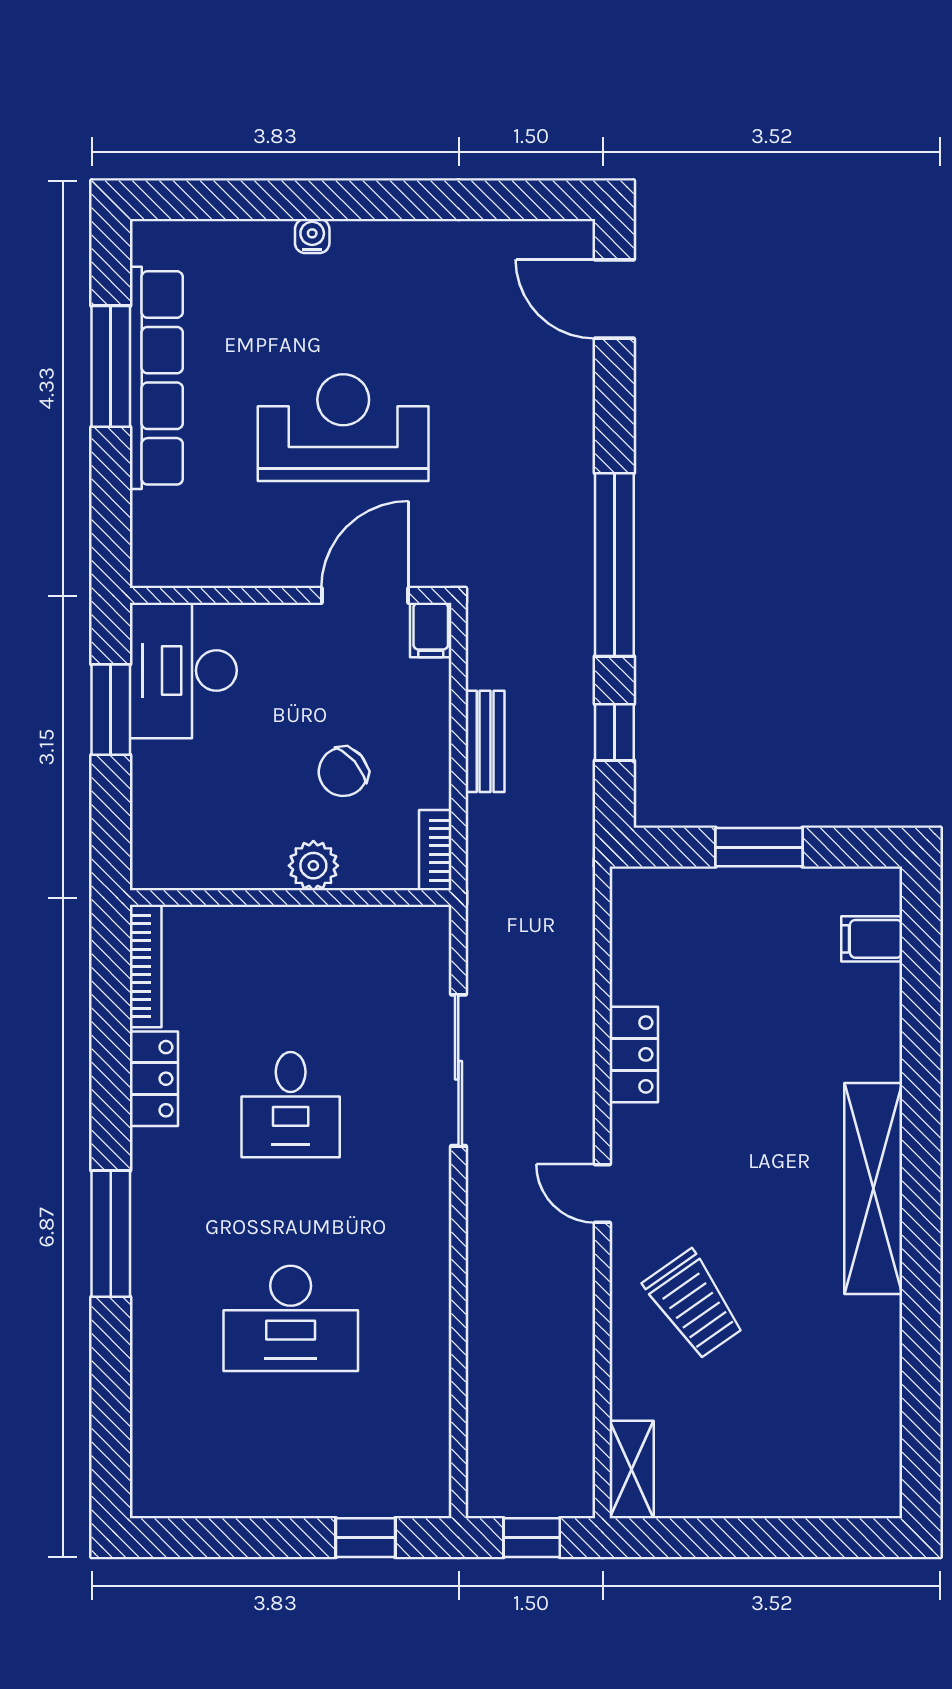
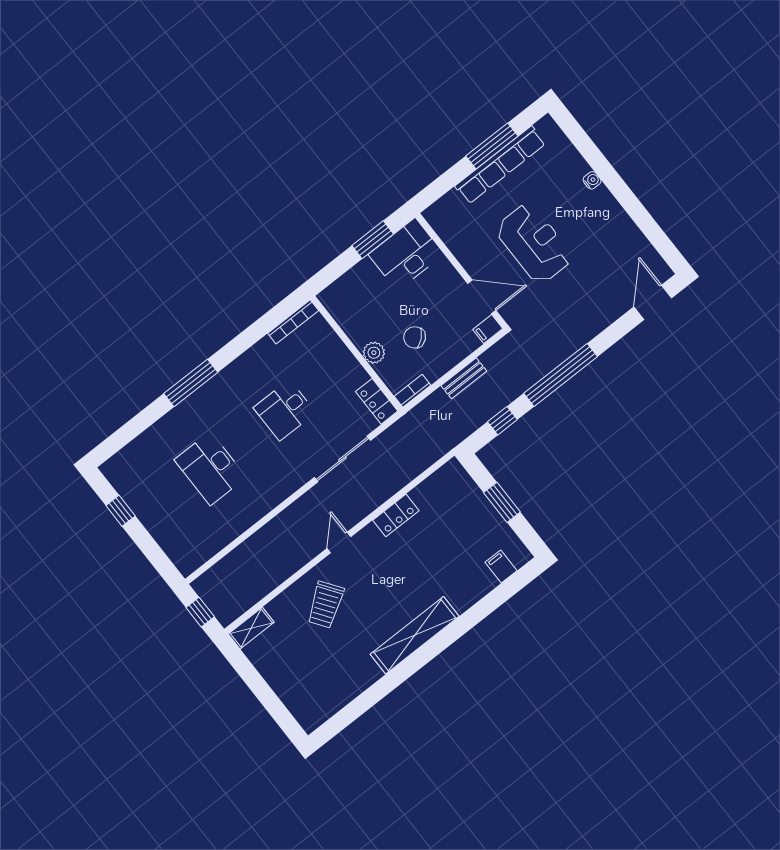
locker: (154, 1079) -> (377, 401), moved, turned 90
window: (365, 1538) -> (121, 511), moved

